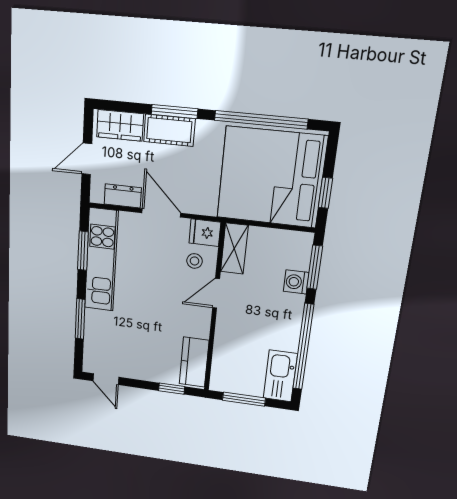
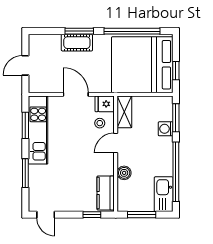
wardrobe: (120, 125) -> (46, 43), removed
dresser: (123, 196) -> (50, 86), removed
boiler: (224, 338) -> (124, 173), added

